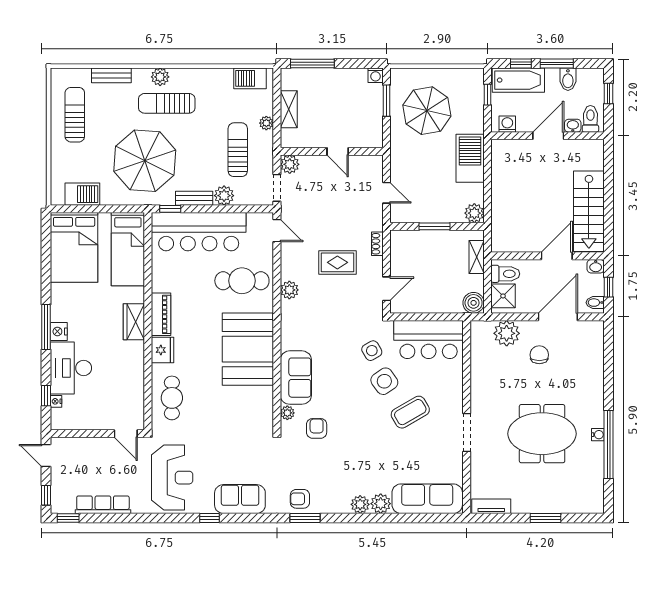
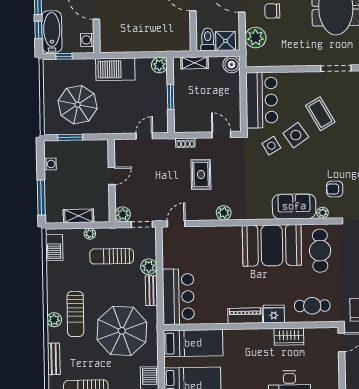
washing machine: (376, 75) -> (50, 164), moved
window: (170, 209) -> (160, 310), removed
bar counter: (199, 232) -> (178, 297), width x0.73
cafe table: (242, 281) -> (320, 251), moved
wardrobe: (134, 322) -> (289, 337), moved

